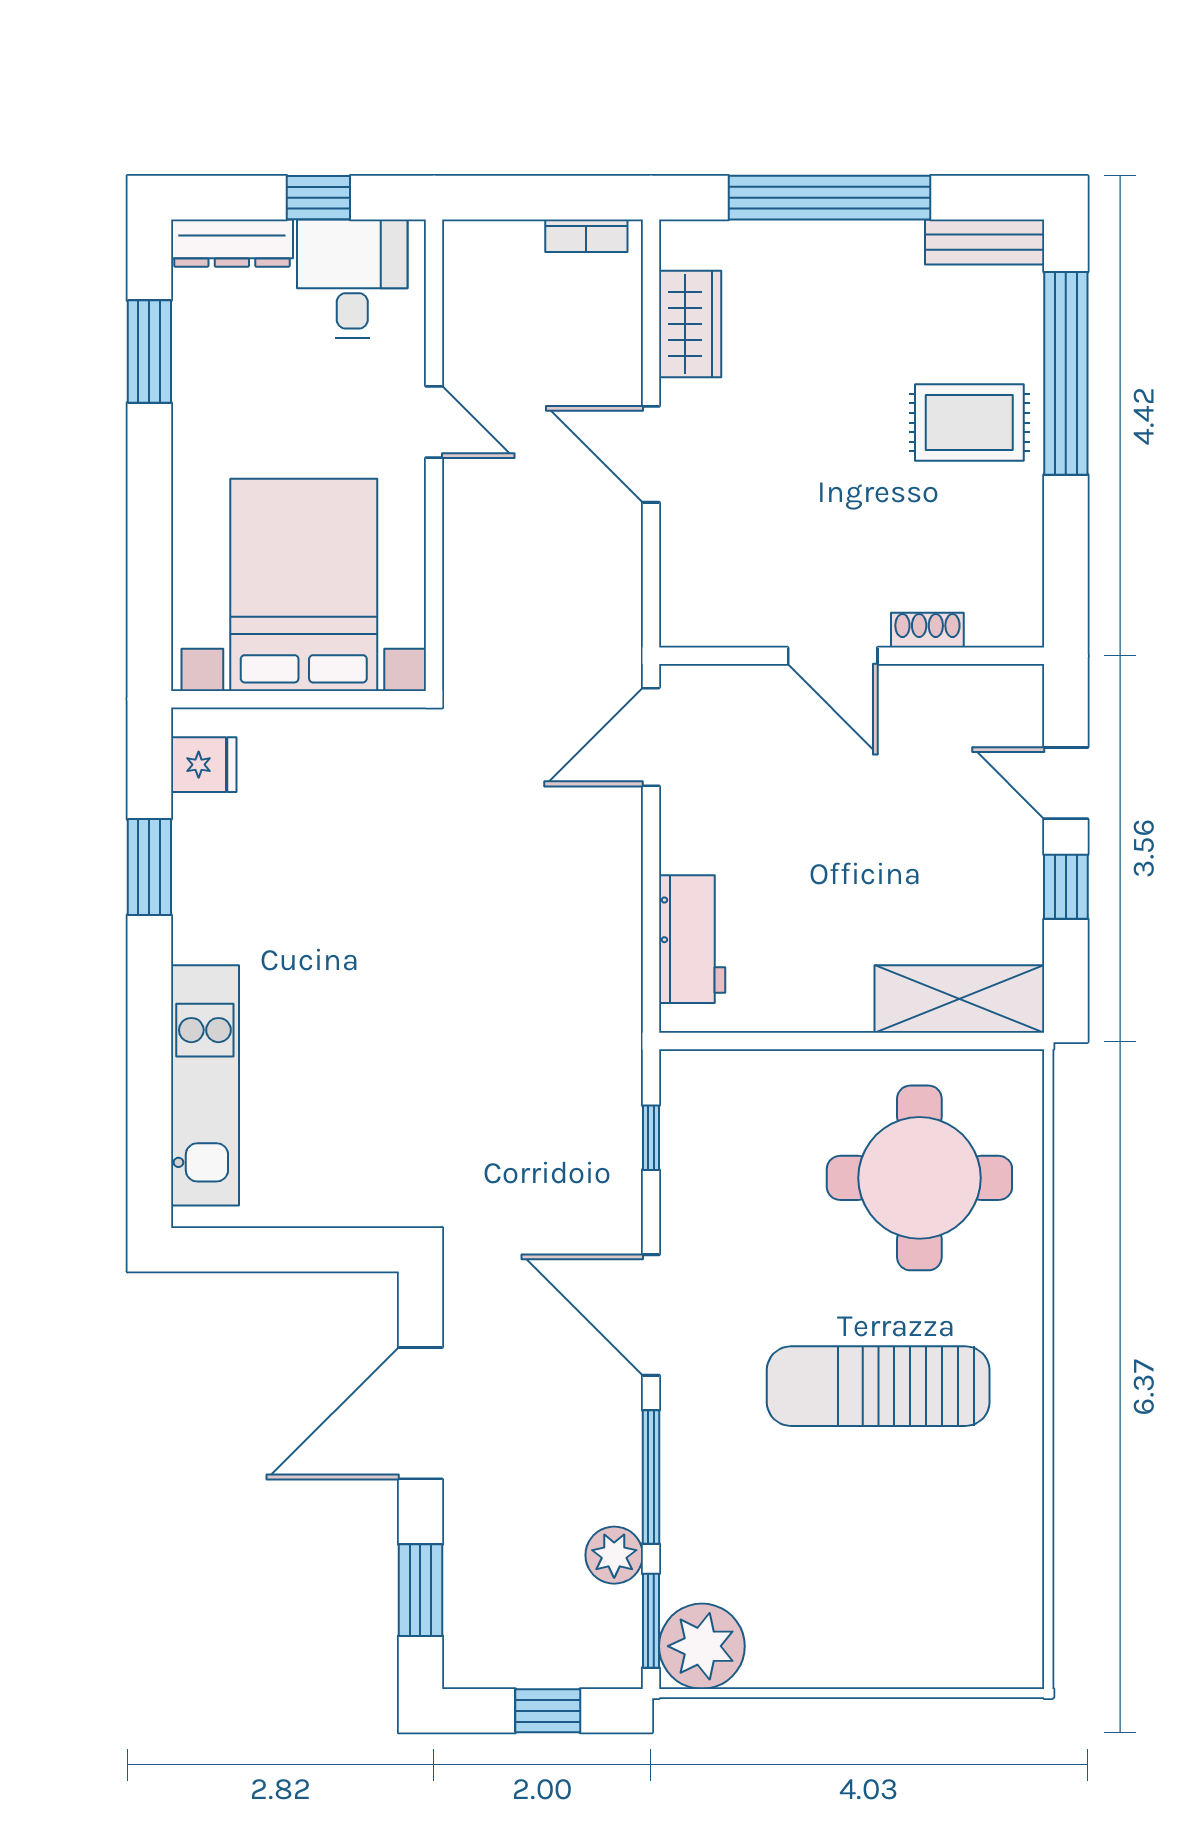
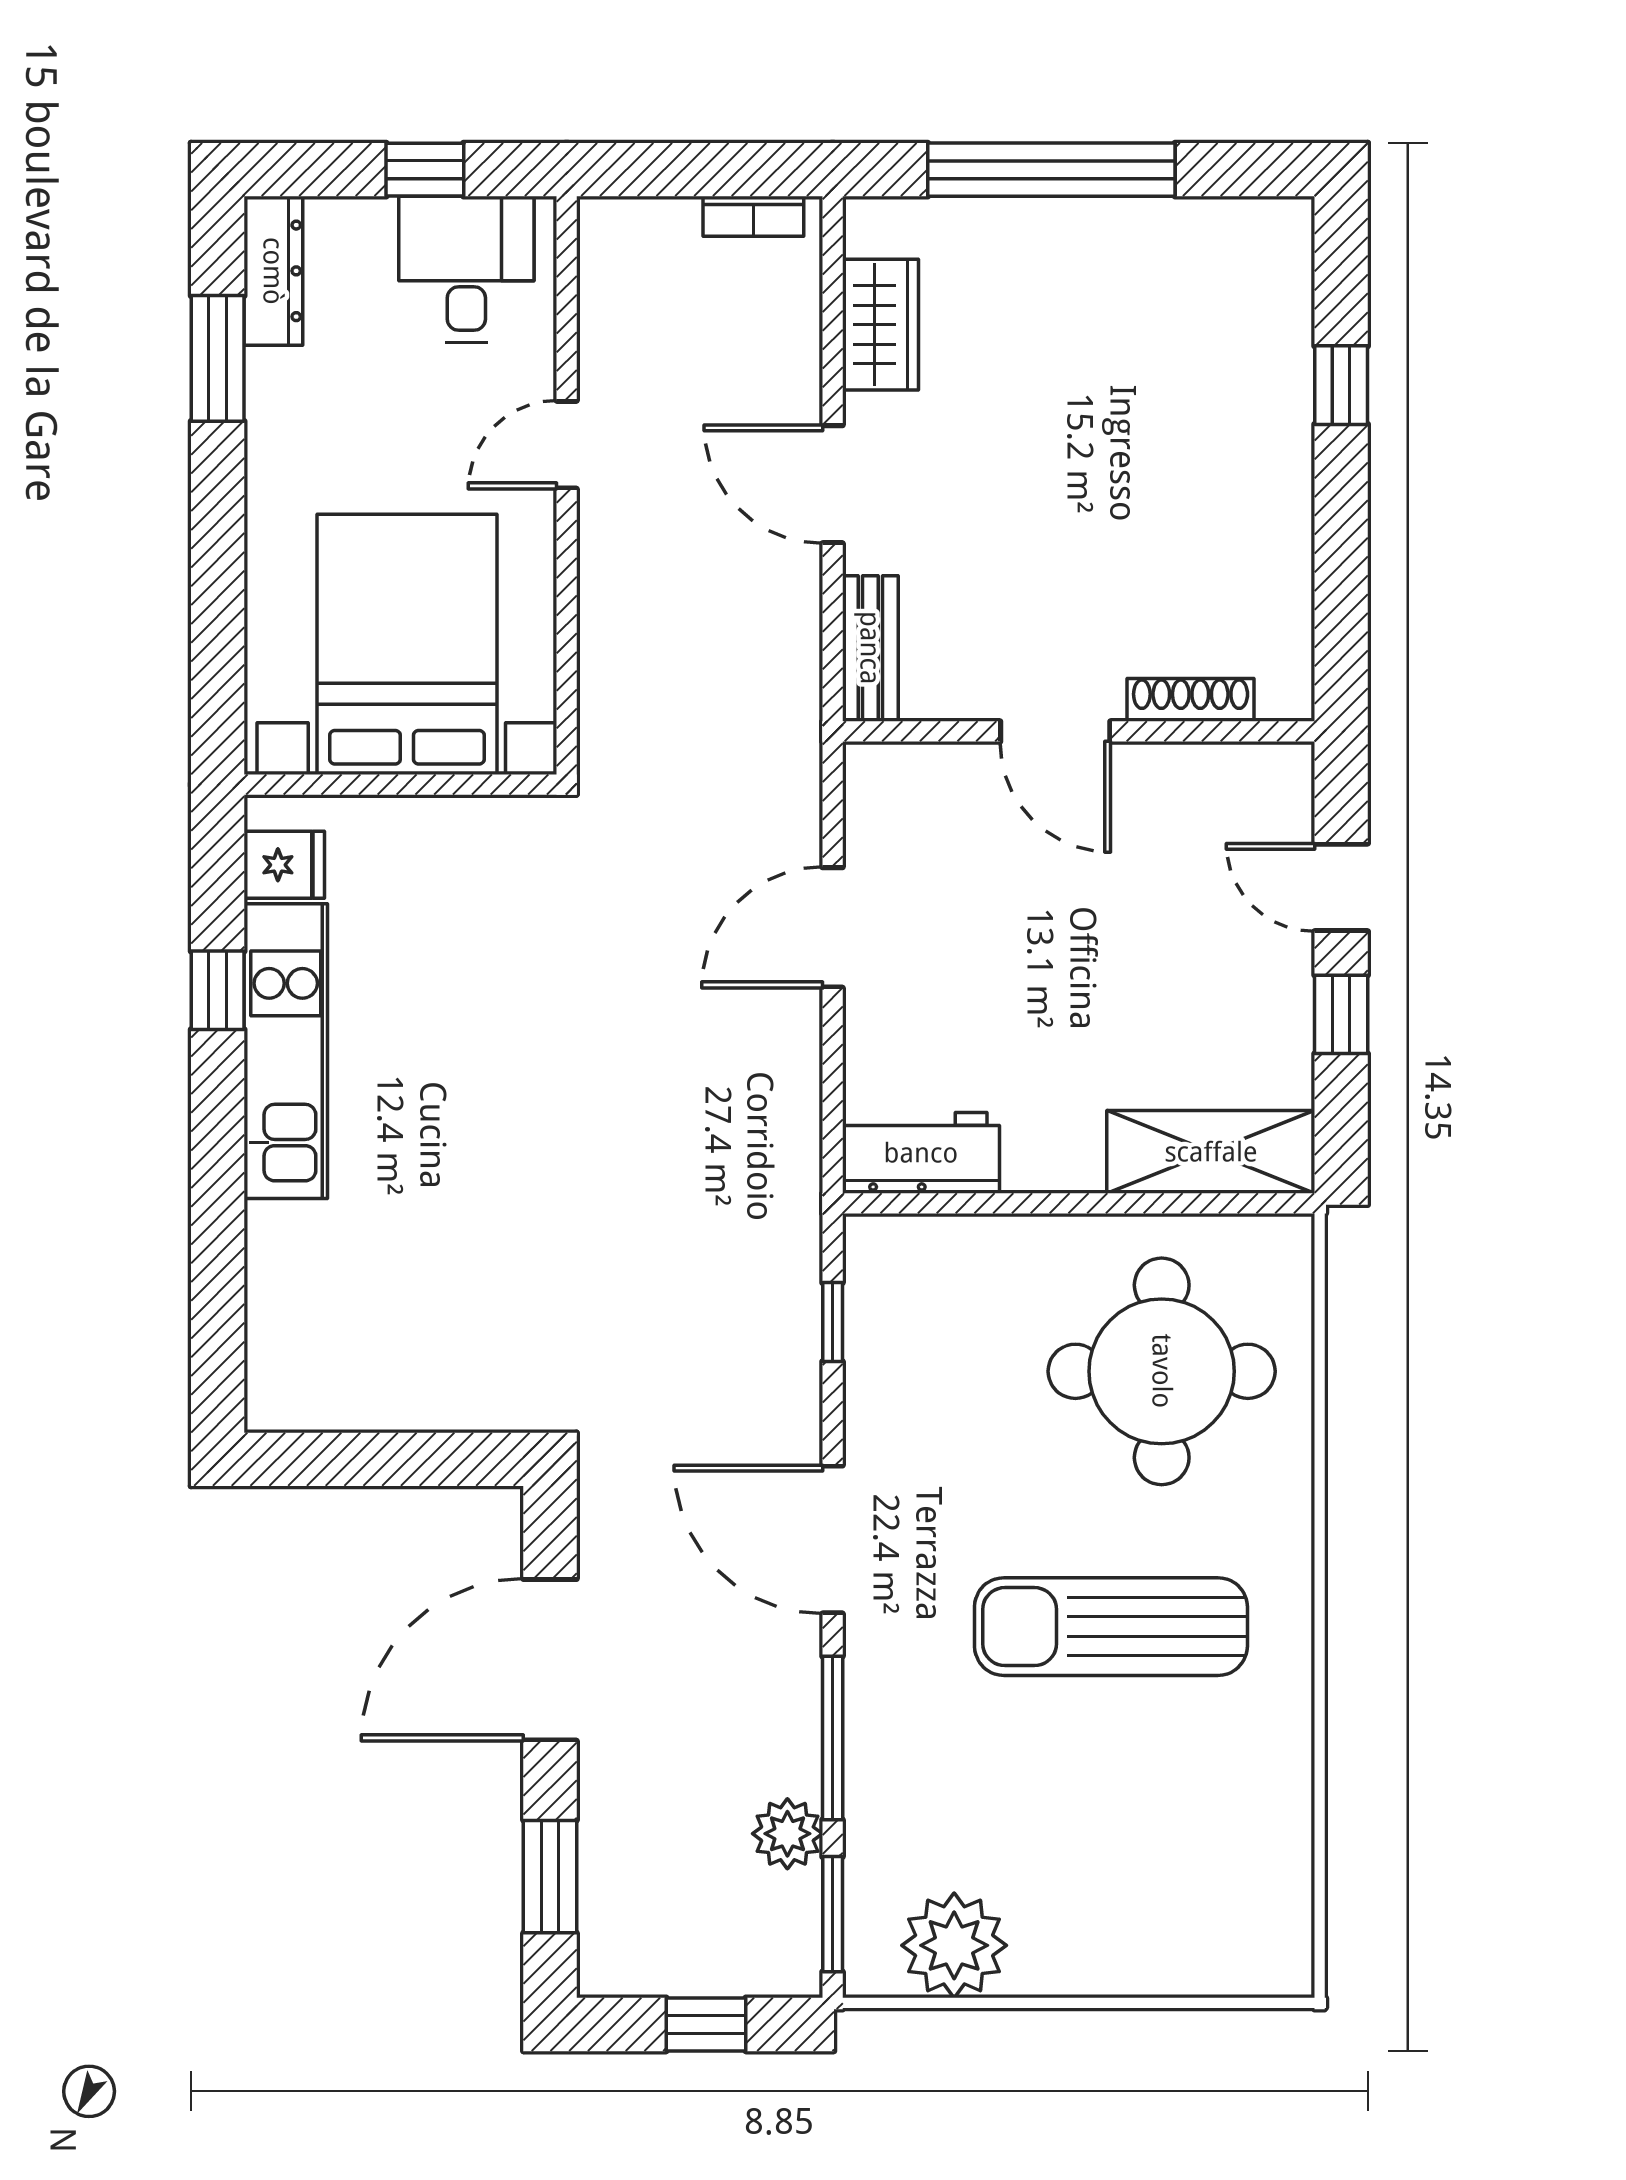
bench: (985, 242) -> (870, 648), moved, turned 90
dresser: (232, 243) -> (273, 271), moved, turned -90
window: (1066, 373) -> (1341, 385), width x0.32
door: (434, 422) -> (567, 445), swing flipped
rug: (969, 423) -> (1223, 445), removed
shoe rack: (927, 630) -> (1191, 700), width x1.43
door: (651, 737) -> (833, 927), moved
window: (149, 867) -> (218, 990), width x0.67
workbench: (692, 939) -> (921, 1153), moved, turned -90
kitchen unit: (205, 1085) -> (286, 1051), moved
plant: (702, 1646) -> (954, 1945), moved

